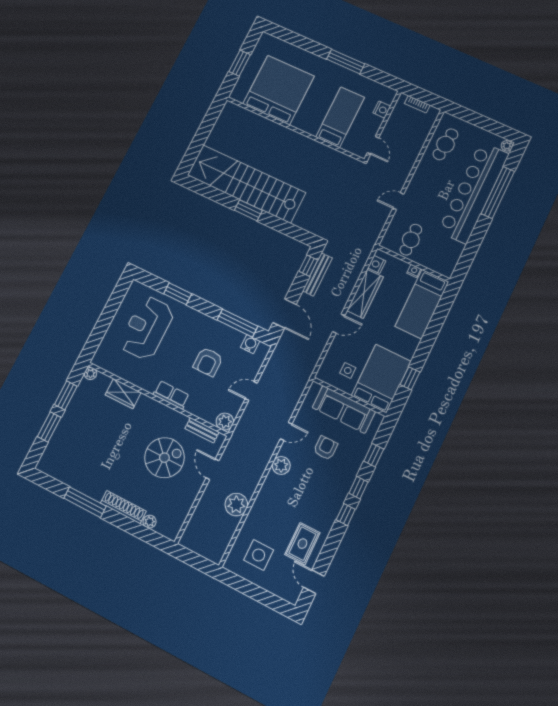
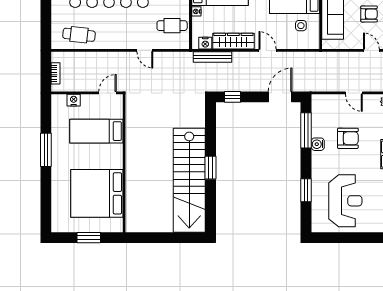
bench: (317, 274) -> (212, 57), moved
reception desk: (147, 328) -> (345, 201), turned -90
water cooler: (250, 344) -> (318, 144), moved
armchair: (326, 448) -> (369, 14), turned 180

